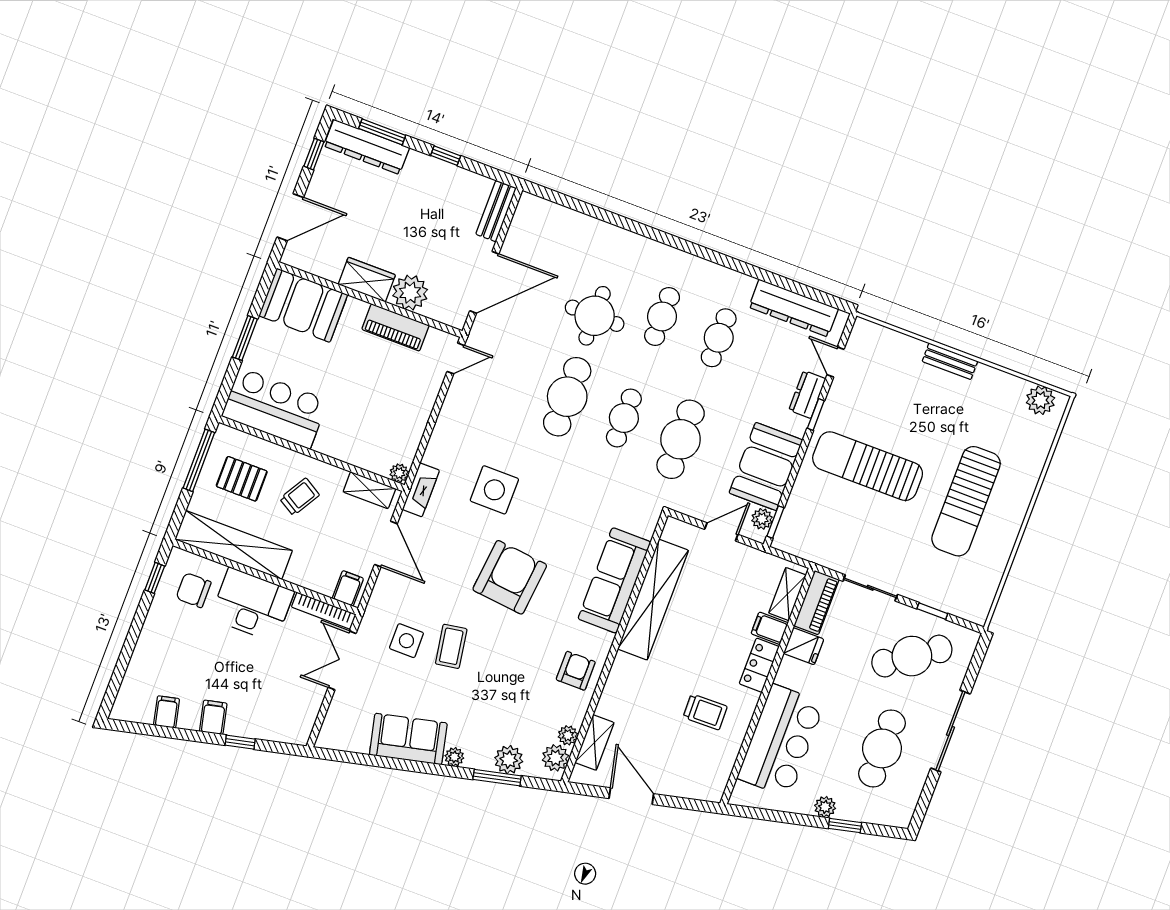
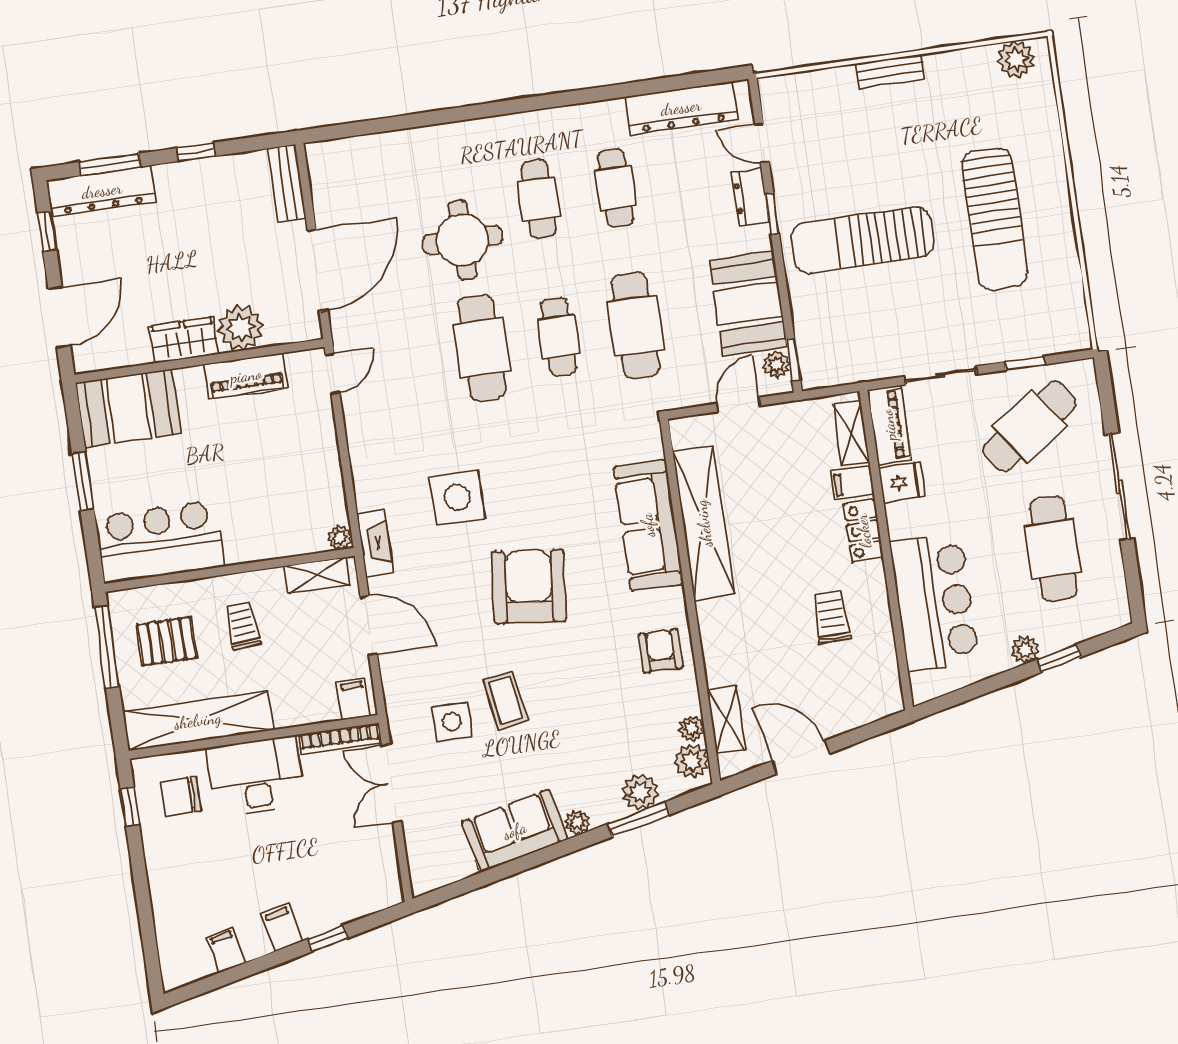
trolley: (300, 497) -> (243, 626), turned -35
trolley: (705, 712) -> (832, 617), turned -89

